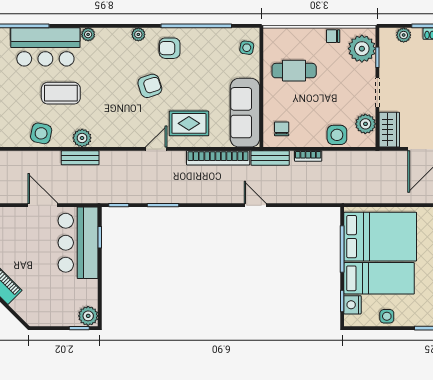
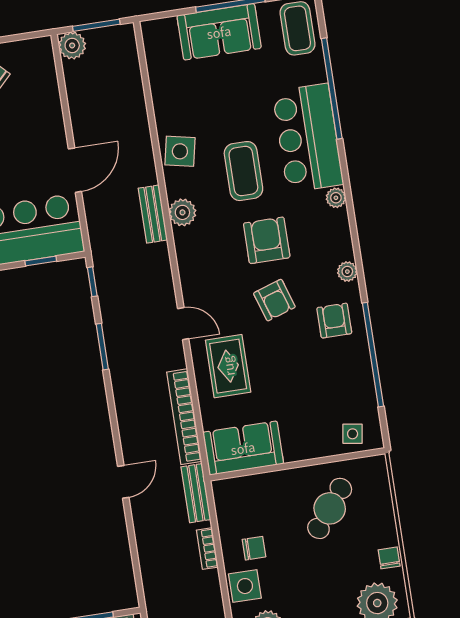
cafe table: (294, 71) -> (330, 508), turned 38
armchair: (109, 85) -> (267, 240), added
sofa: (245, 113) -> (243, 448), width x0.73
chair: (282, 129) -> (254, 548), moved

